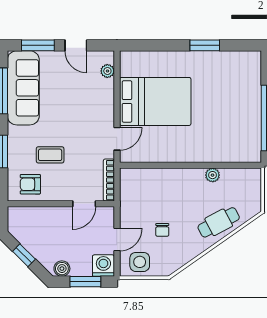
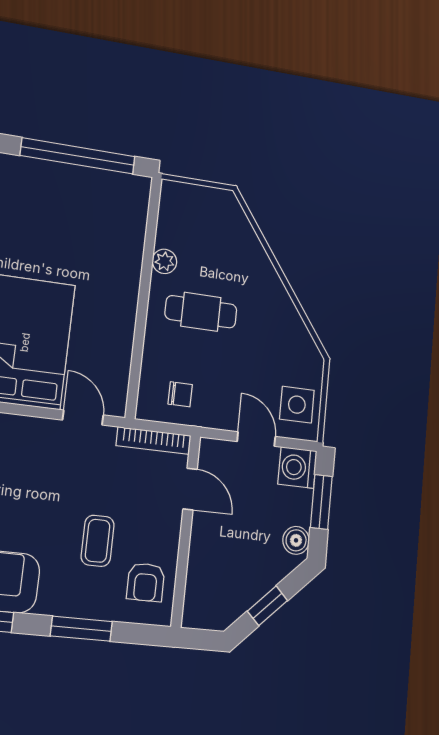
cafe table: (219, 222) -> (201, 312), moved, turned -62
chair: (162, 230) -> (180, 394), moved

